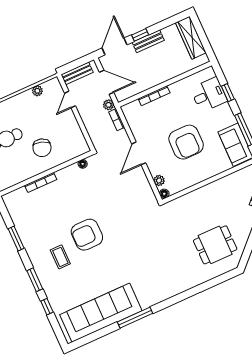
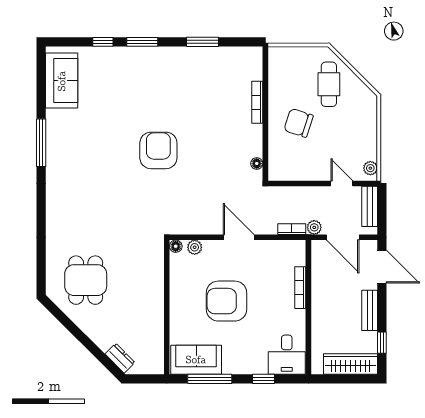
window: (140, 35) -> (382, 343), moved
door: (107, 82) -> (343, 237), hinge flipped
plant: (37, 91) -> (370, 168), moved
desk: (209, 95) -> (287, 355), moved
armchair: (87, 235) -> (158, 150), moved
coffee table: (60, 257) -> (156, 85), removed
sofa: (101, 313) -> (62, 81), width x0.54, depth x0.79

